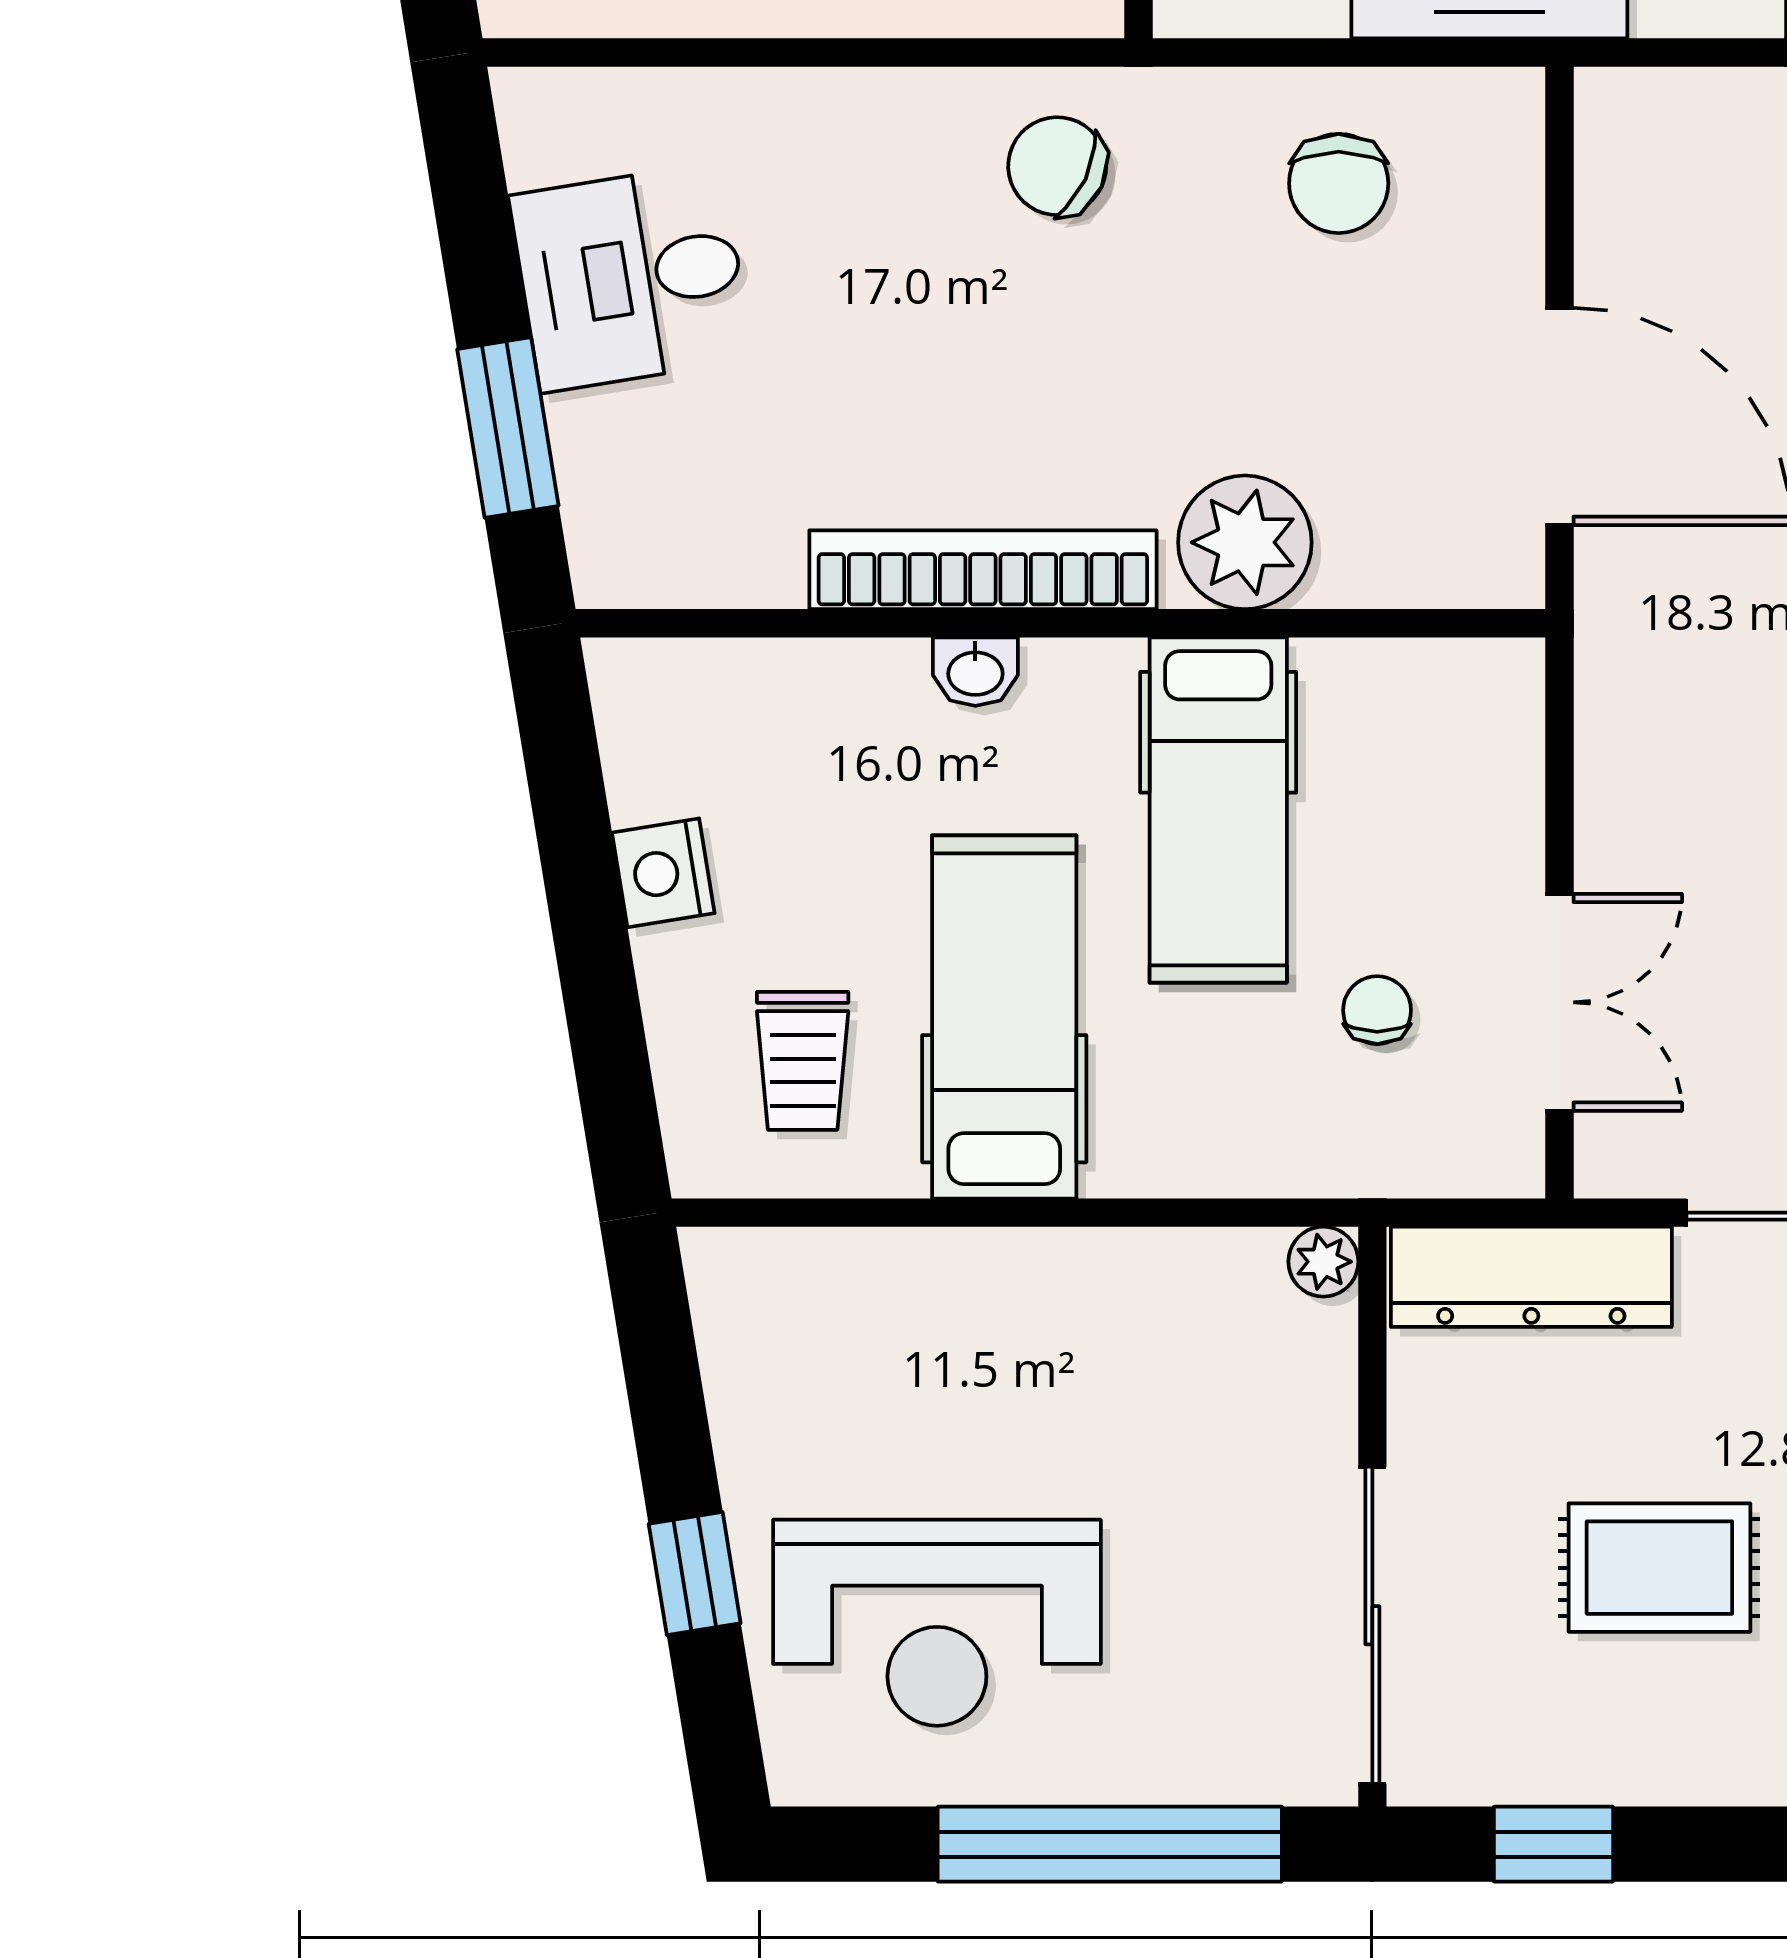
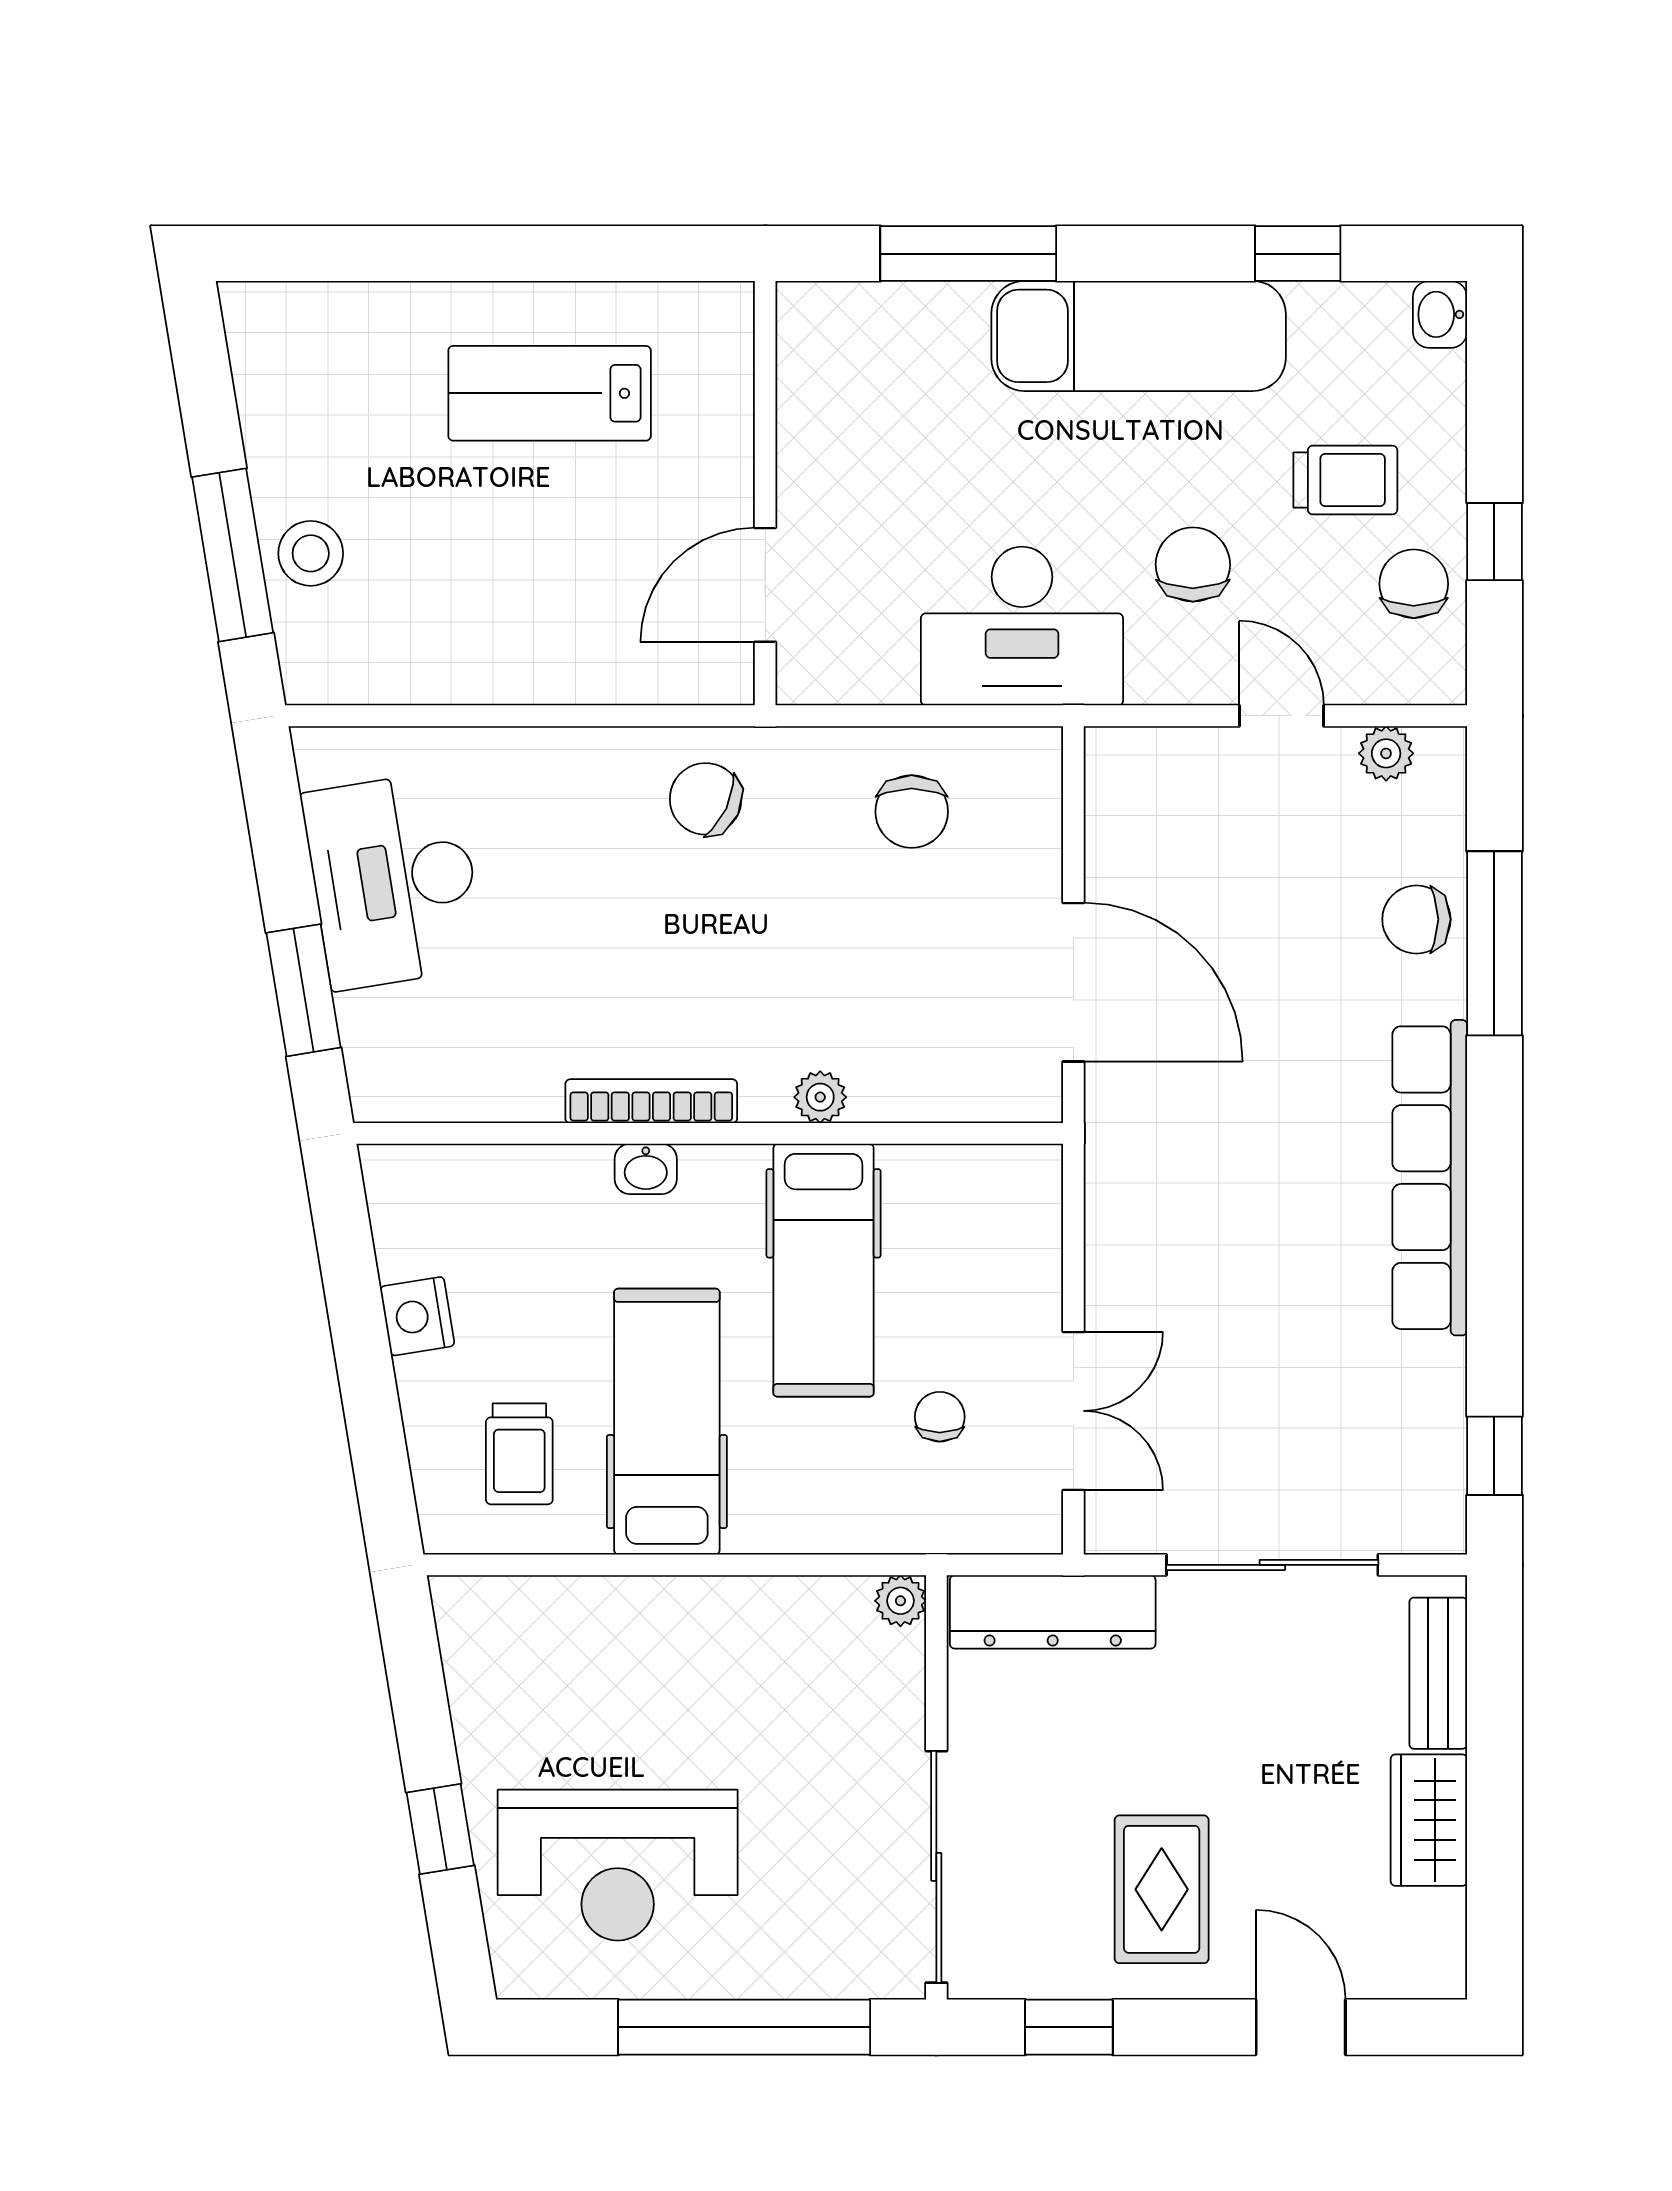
desk: (631, 277) -> (394, 880), width x1.37
plant: (1245, 542) -> (820, 1097), width x0.53, depth x0.53
bookcase: (983, 570) -> (651, 1101), width x0.68, depth x0.76
rug: (1659, 1568) -> (1162, 1889), moved, turned 90

